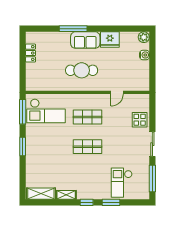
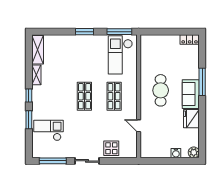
locker: (31, 53) -> (190, 39), moved

